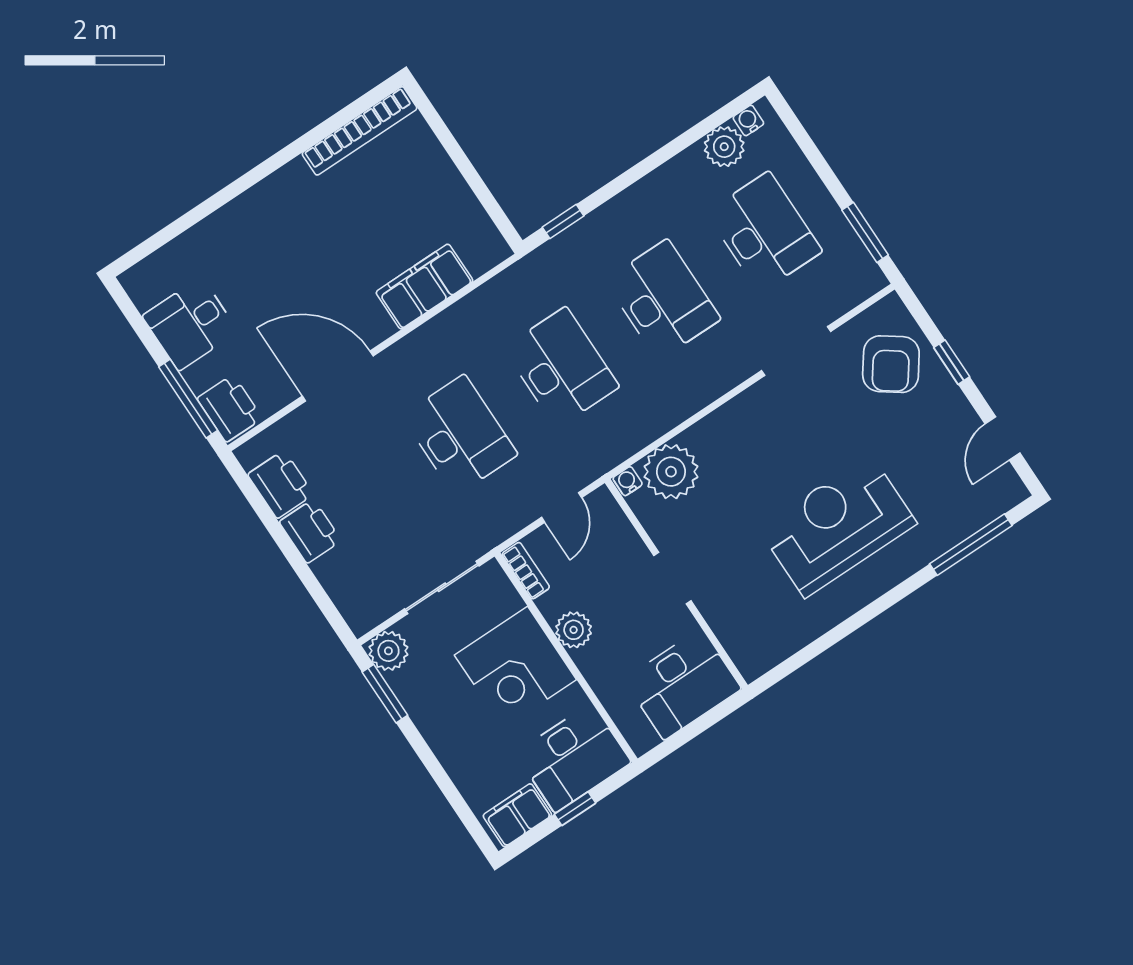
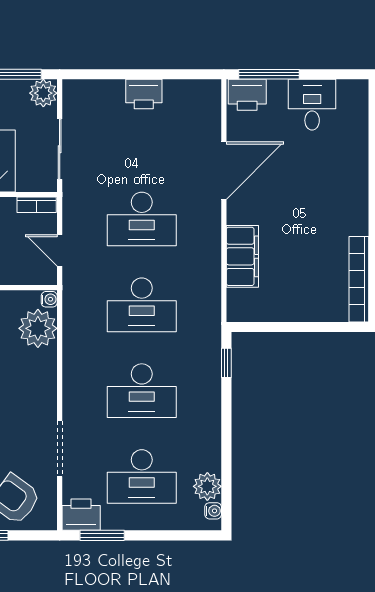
printer: (281, 484) -> (81, 515), moved, turned 180

